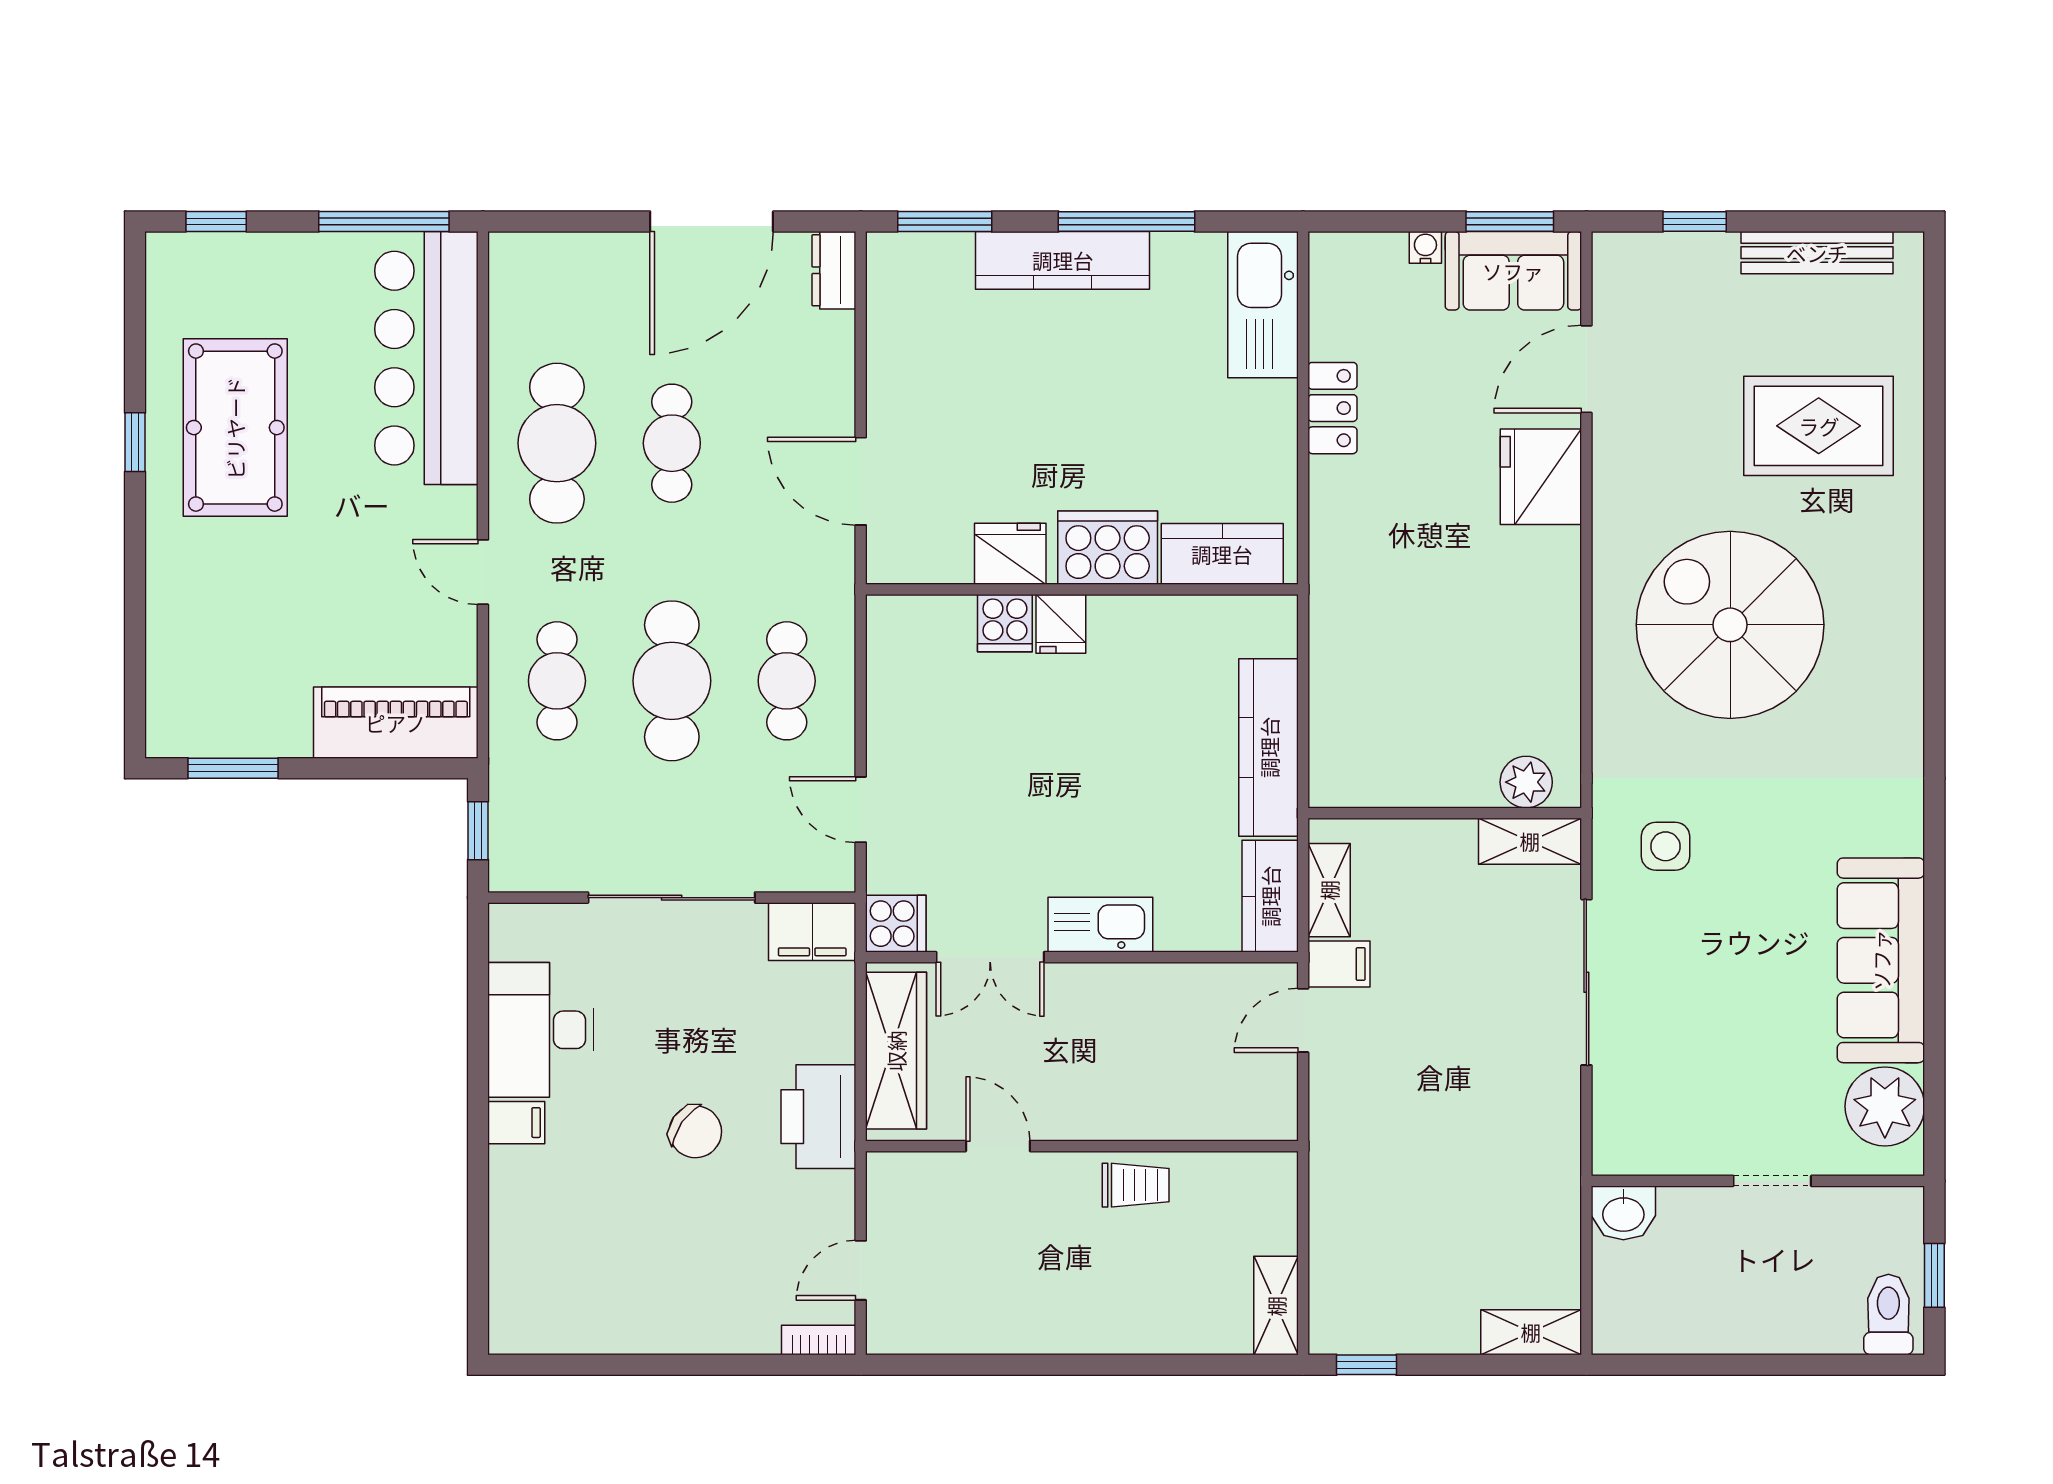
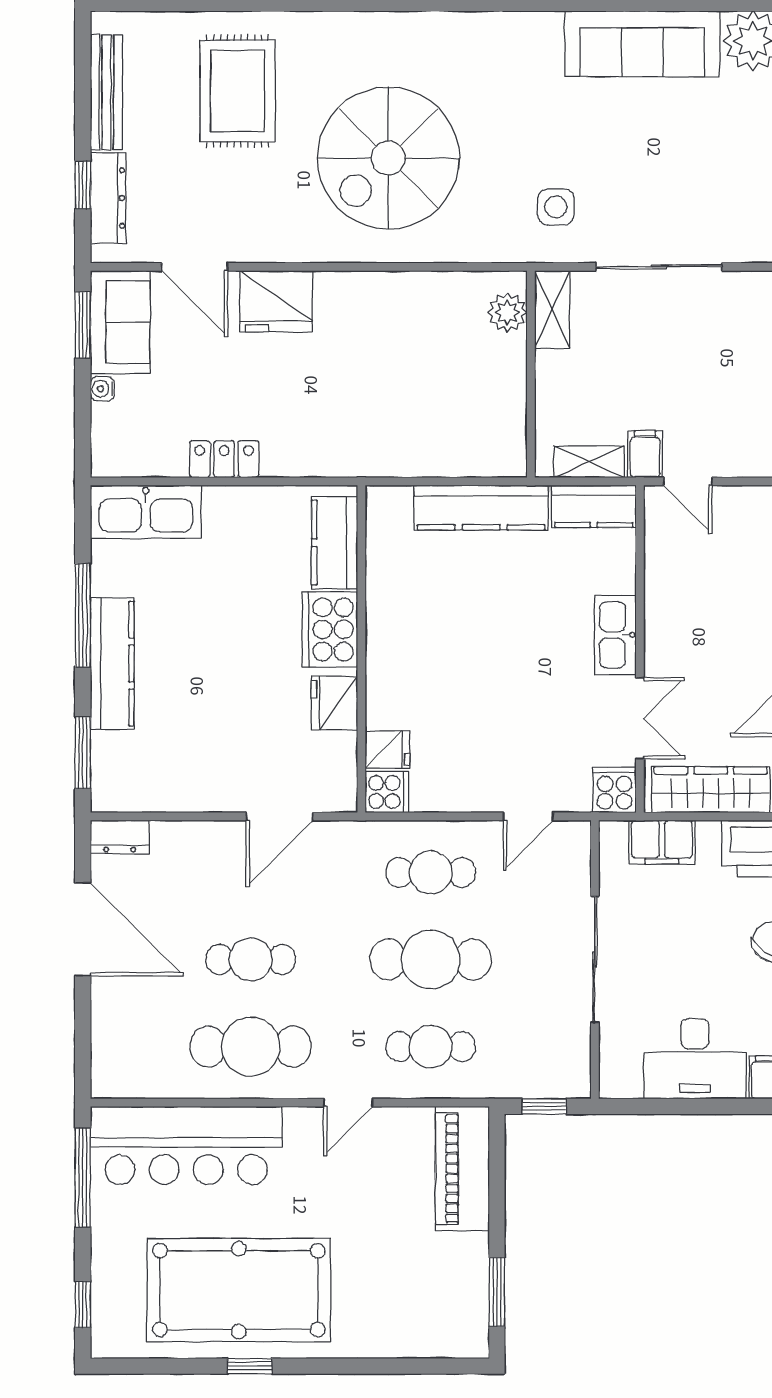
dresser: (1677, 255) -> (108, 198), added
pool table: (235, 428) -> (239, 1290), width x1.36, depth x1.32
cooker: (1005, 623) -> (387, 792), moved
fridge: (1061, 624) -> (388, 750), moved
filing cabinet: (812, 932) -> (662, 842), moved, turned 90

